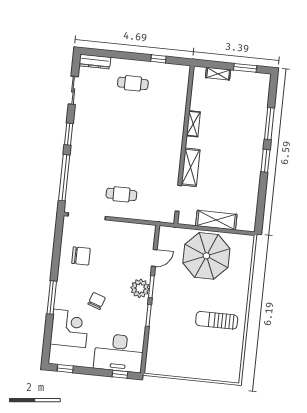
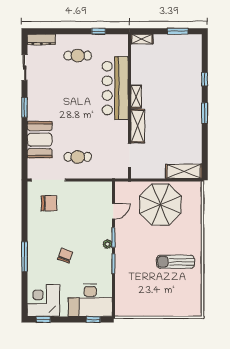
shelving: (218, 74) -> (142, 39), moved
bar counter: (170, 123) -> (115, 88), added
shelving: (193, 124) -> (136, 97), moved
window: (269, 124) -> (205, 79), width x0.46
booth: (82, 171) -> (40, 140), added
window: (64, 178) -> (24, 147), removed
shelving: (216, 220) -> (184, 171), moved
chair: (81, 256) -> (49, 203), moved
plant: (140, 288) -> (107, 244), width x0.53, depth x0.53
corner desk: (70, 328) -> (43, 300), moved, turned -90

